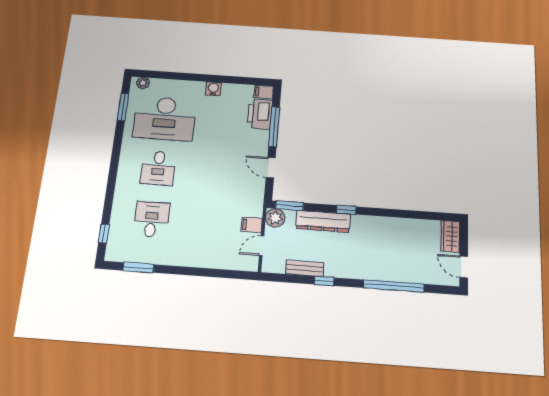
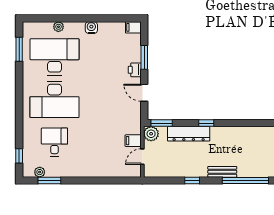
plant: (143, 83) -> (58, 27), moved
printer: (260, 114) -> (135, 70), moved, width x0.53, depth x0.68
desk: (165, 119) -> (54, 57), turned 180
window: (274, 127) -> (144, 57), width x0.69
desk: (158, 168) -> (54, 99), width x1.87, depth x1.30
plant: (127, 256) -> (40, 172), added
bench: (305, 268) -> (222, 172), moved

